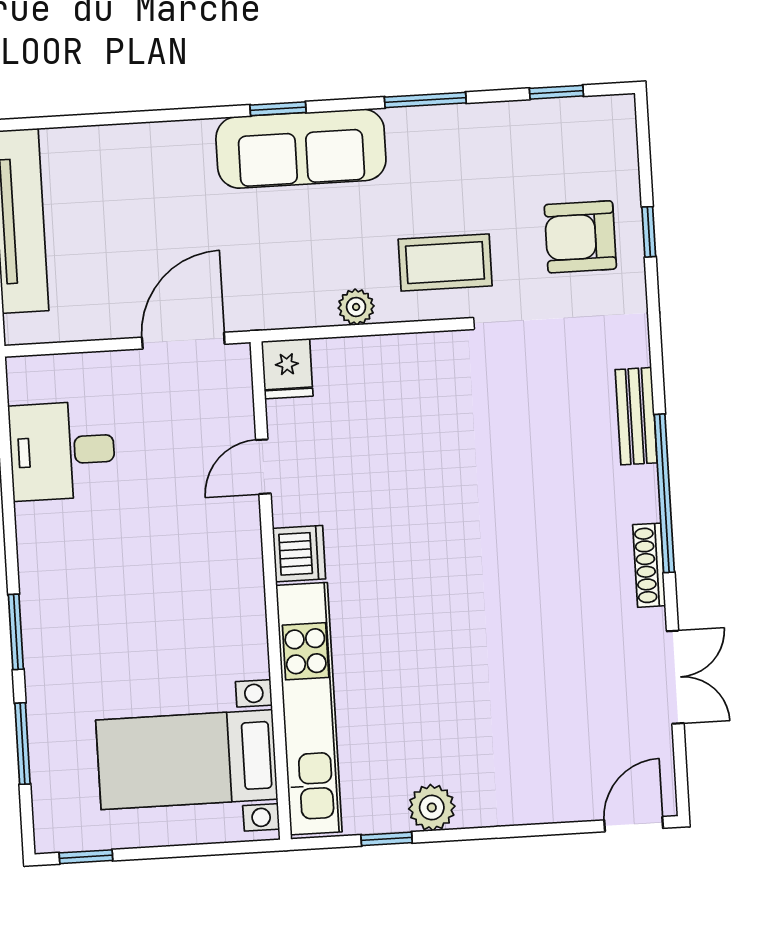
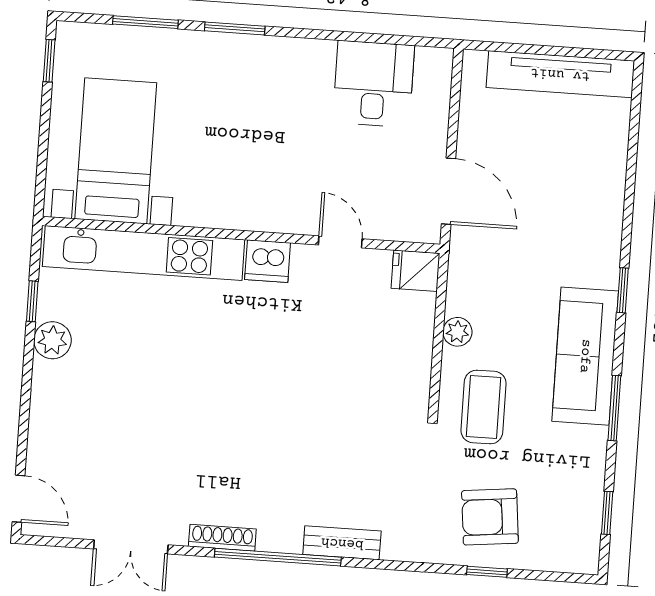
sofa: (301, 149) -> (585, 356), moved
armchair: (580, 237) -> (490, 517), turned -96

